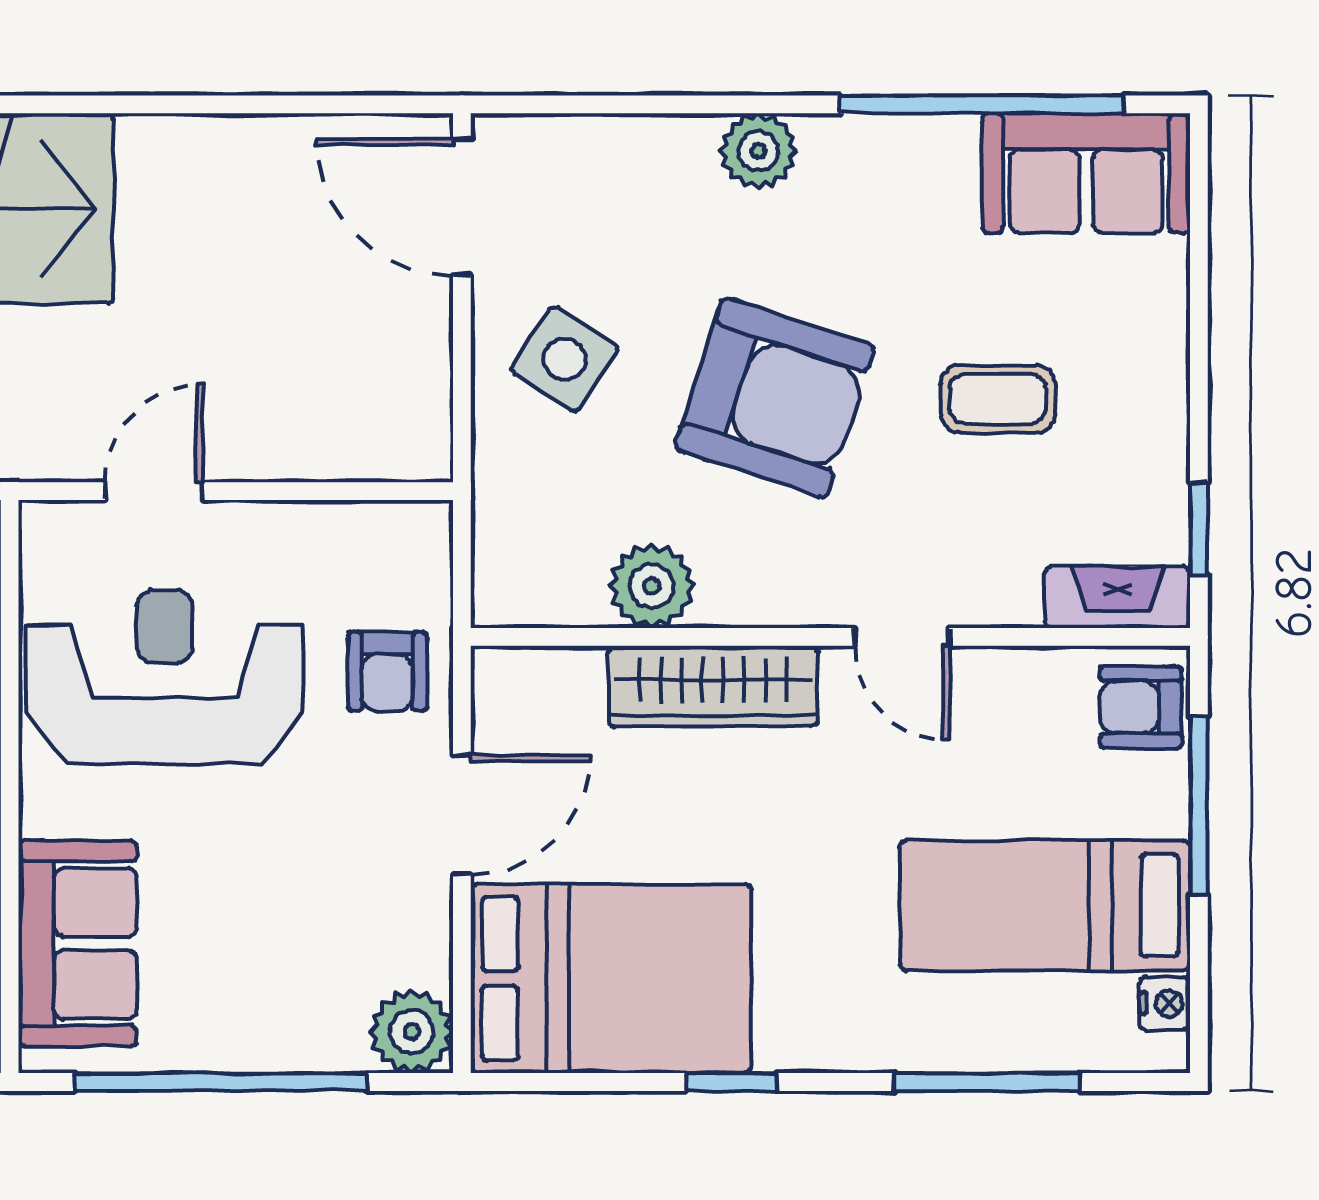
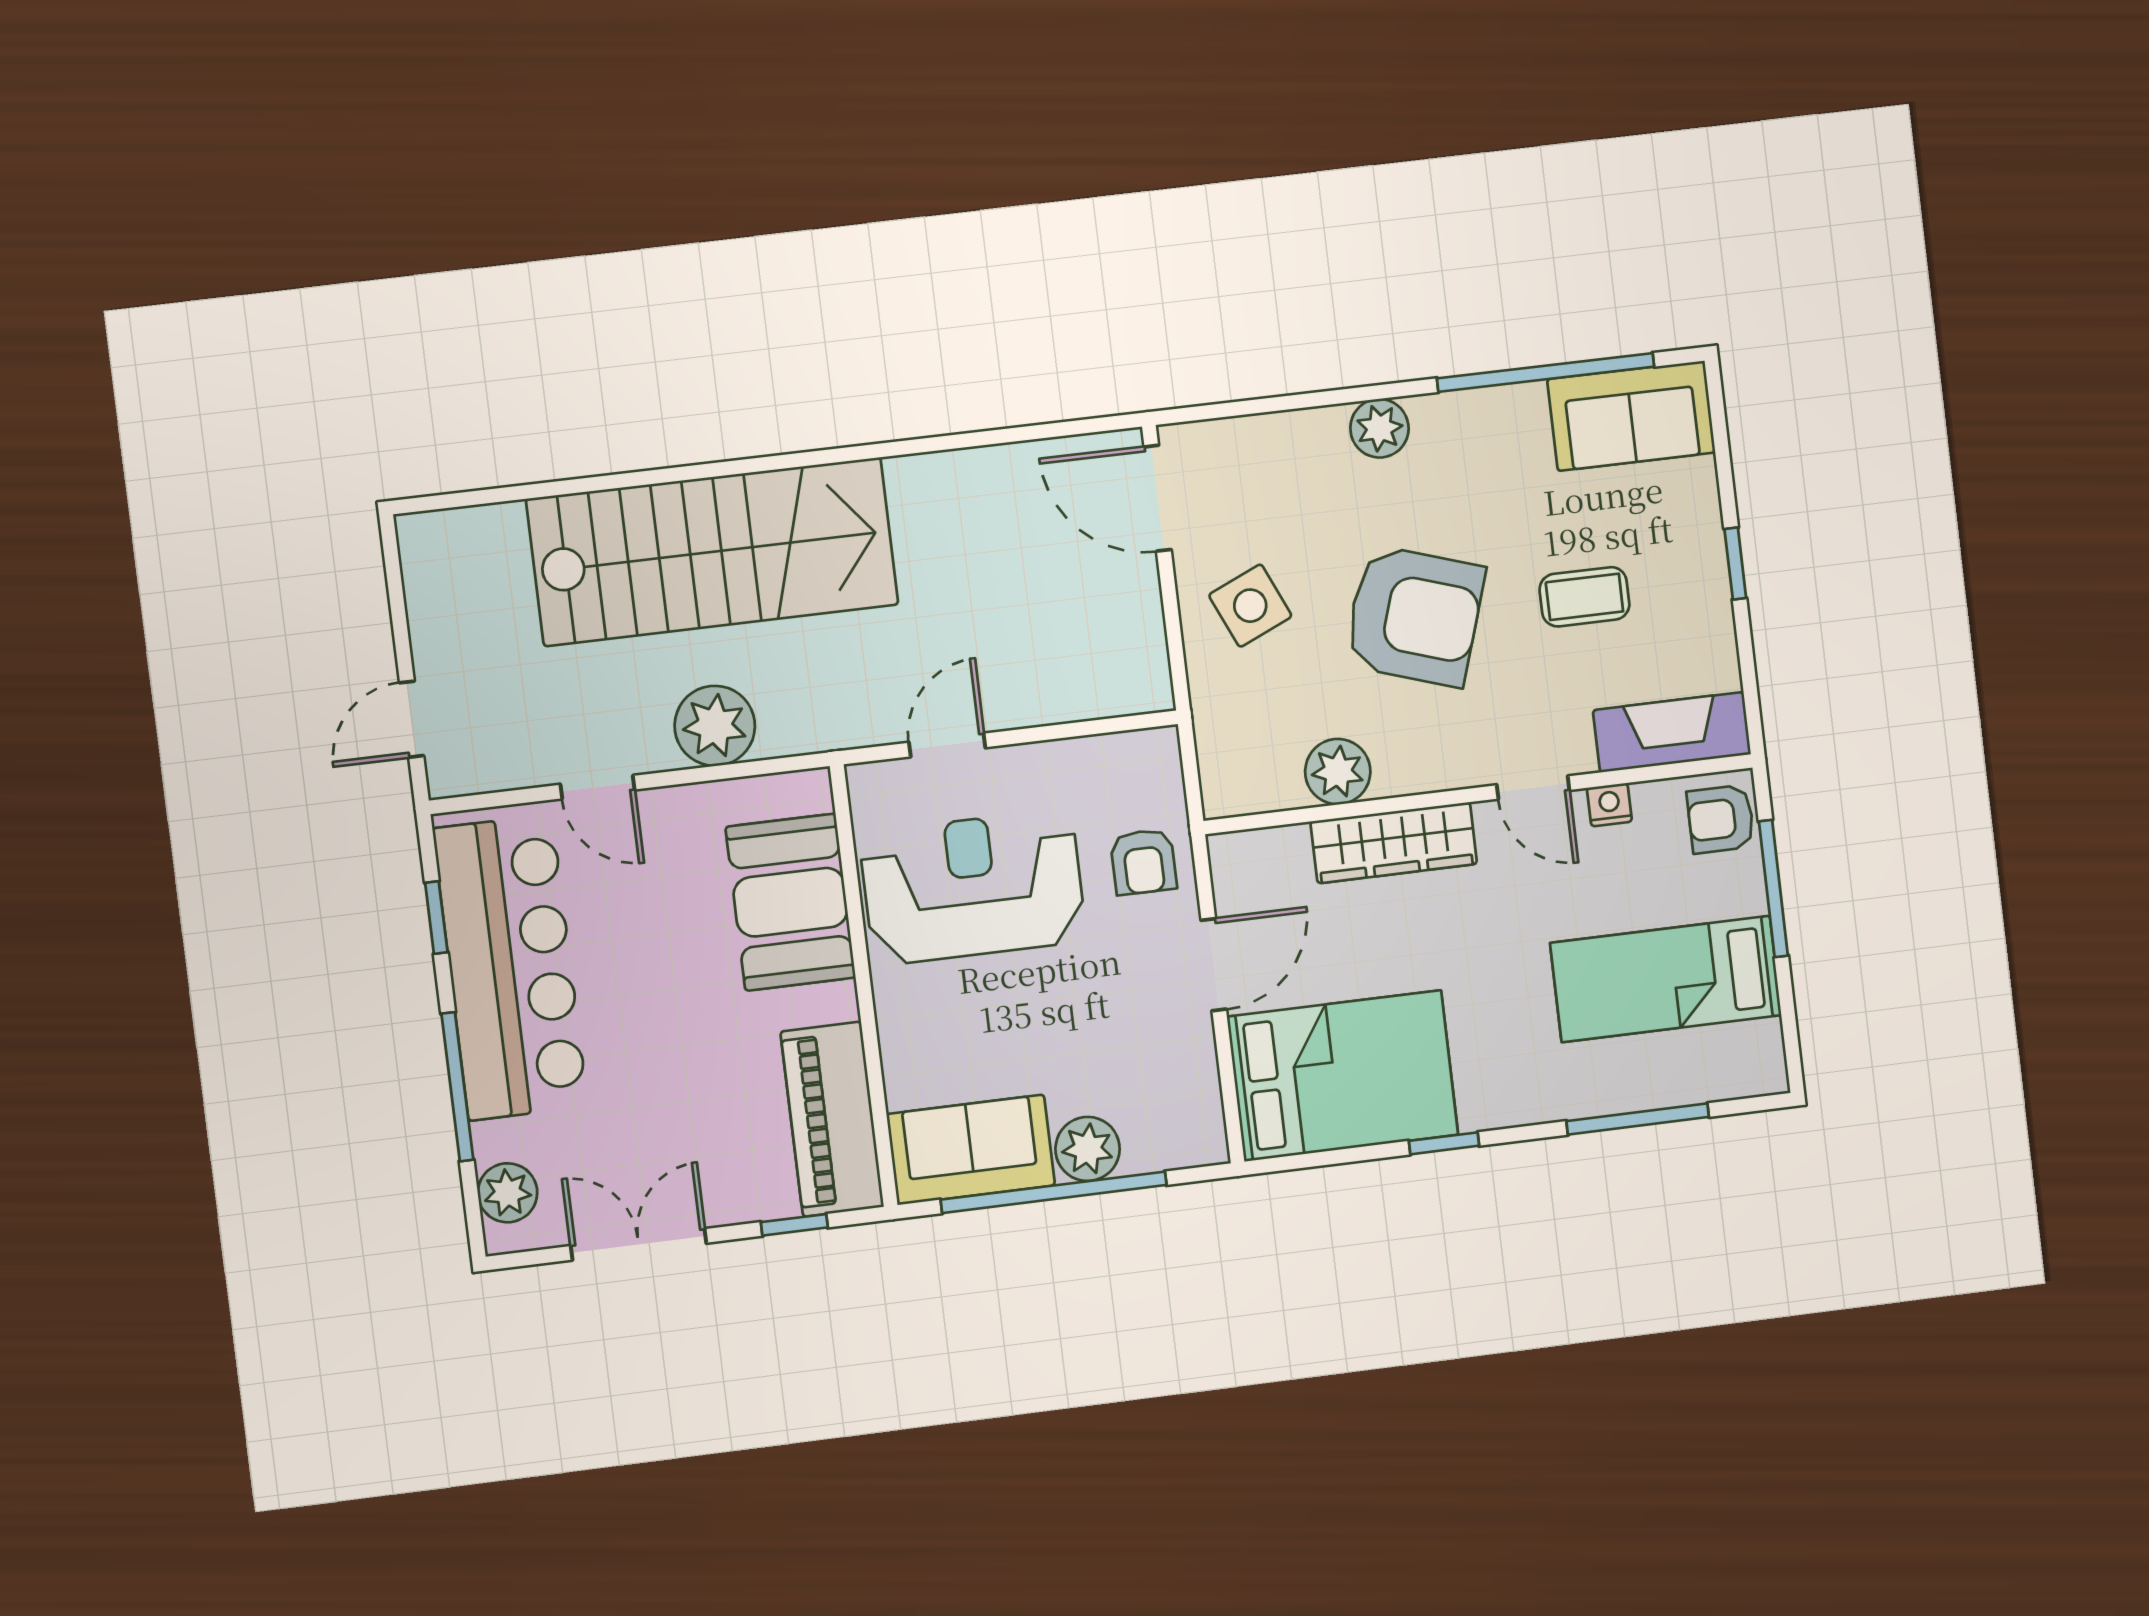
side table: (565, 359) -> (1250, 606), turned 33
window: (1199, 529) -> (1735, 564), moved
fireplace: (1117, 597) -> (1672, 732), width x1.37, depth x1.32
sofa: (78, 943) -> (971, 1150), moved, turned -90
nightstand: (1165, 1003) -> (1609, 805), moved, turned -90
plant: (412, 1032) -> (1088, 1149), moved

